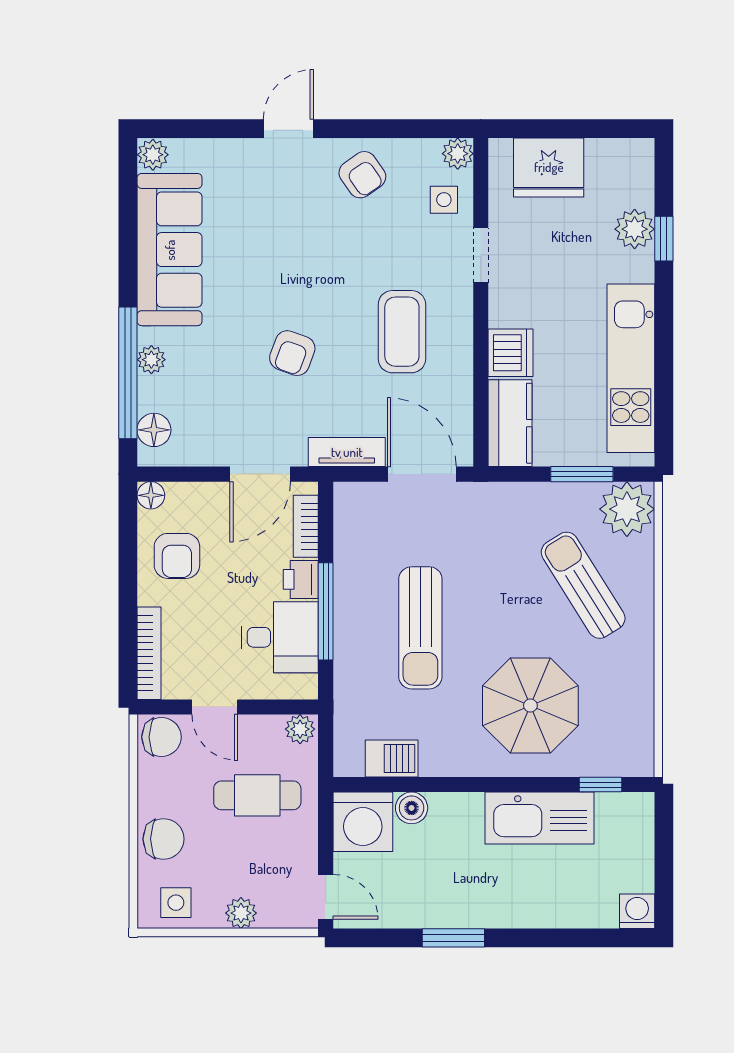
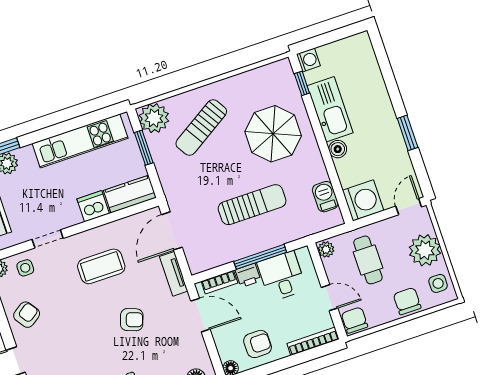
door: (215, 707) -> (329, 298), hinge flipped
boiler: (412, 808) -> (338, 149), moved
washing machine: (637, 911) -> (308, 60), moved, turned 180
plant: (241, 913) -> (425, 250), width x1.88, depth x1.88

